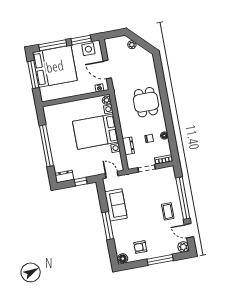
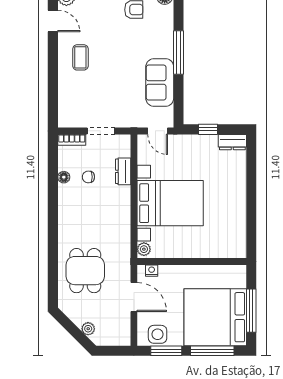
dining table: (146, 102) -> (85, 271), moved
window: (46, 146) -> (251, 195), removed
window: (183, 198) -> (53, 74), removed

